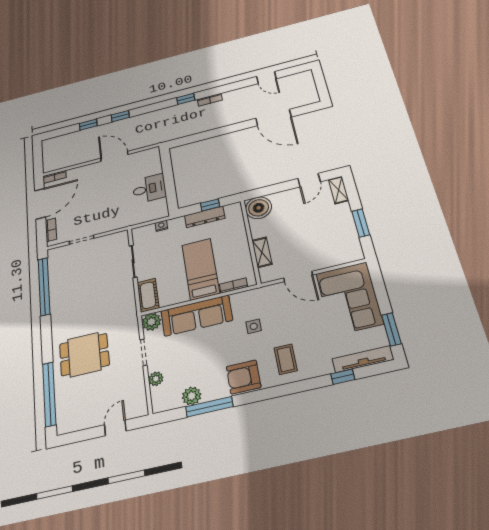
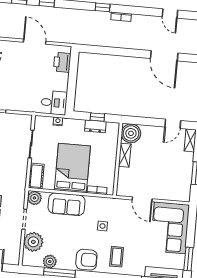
printer: (152, 165) -> (62, 62), added
desk: (149, 189) -> (54, 103), moved
dresser: (205, 217) -> (95, 126), width x0.70
shelving: (262, 252) -> (125, 155), moved
bed: (201, 269) -> (72, 168), width x1.50
sofa: (197, 316) -> (66, 204), width x0.73
armchair: (244, 377) -> (86, 260), turned 180
plant: (156, 379) -> (33, 242), width x1.88, depth x1.88

